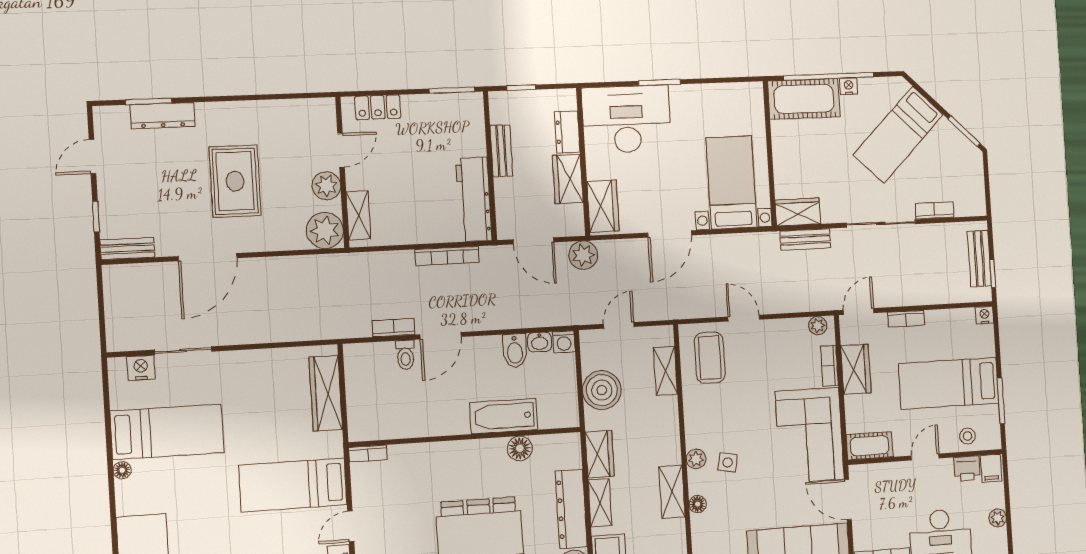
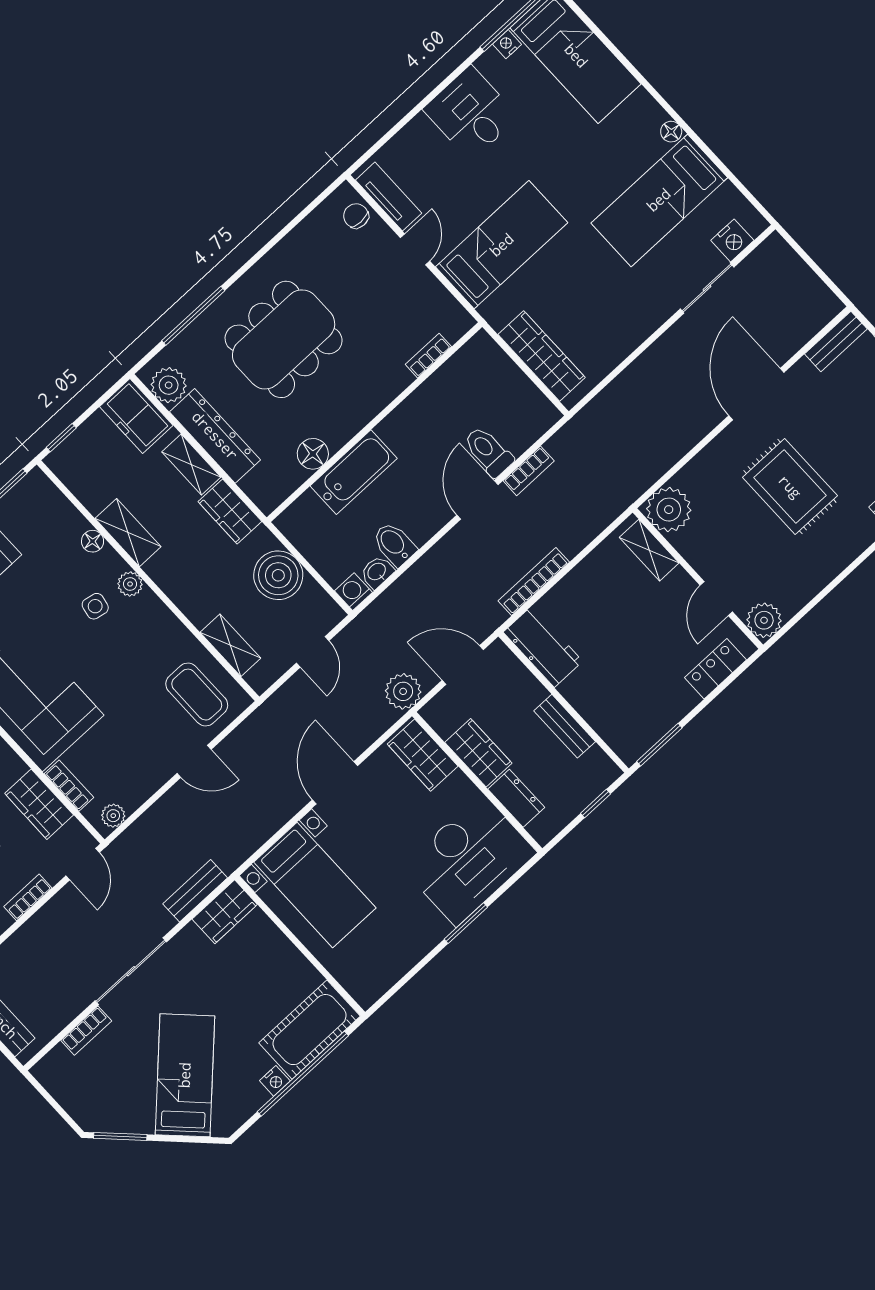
plant: (326, 186) -> (764, 620), moved
workbench: (474, 199) -> (543, 647), width x0.73
toilet: (405, 355) -> (488, 452), width x1.37, depth x1.39
bookcase: (368, 454) -> (428, 356), moved

